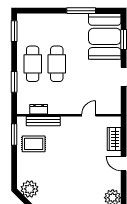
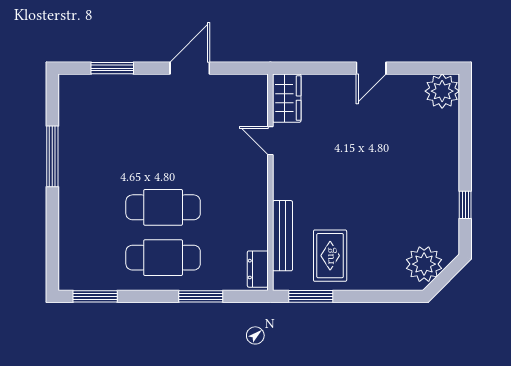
booth: (105, 36) -> (106, 107), removed
dresser: (39, 109) -> (258, 269), moved
wardrobe: (114, 139) -> (287, 98), moved, turned -90

